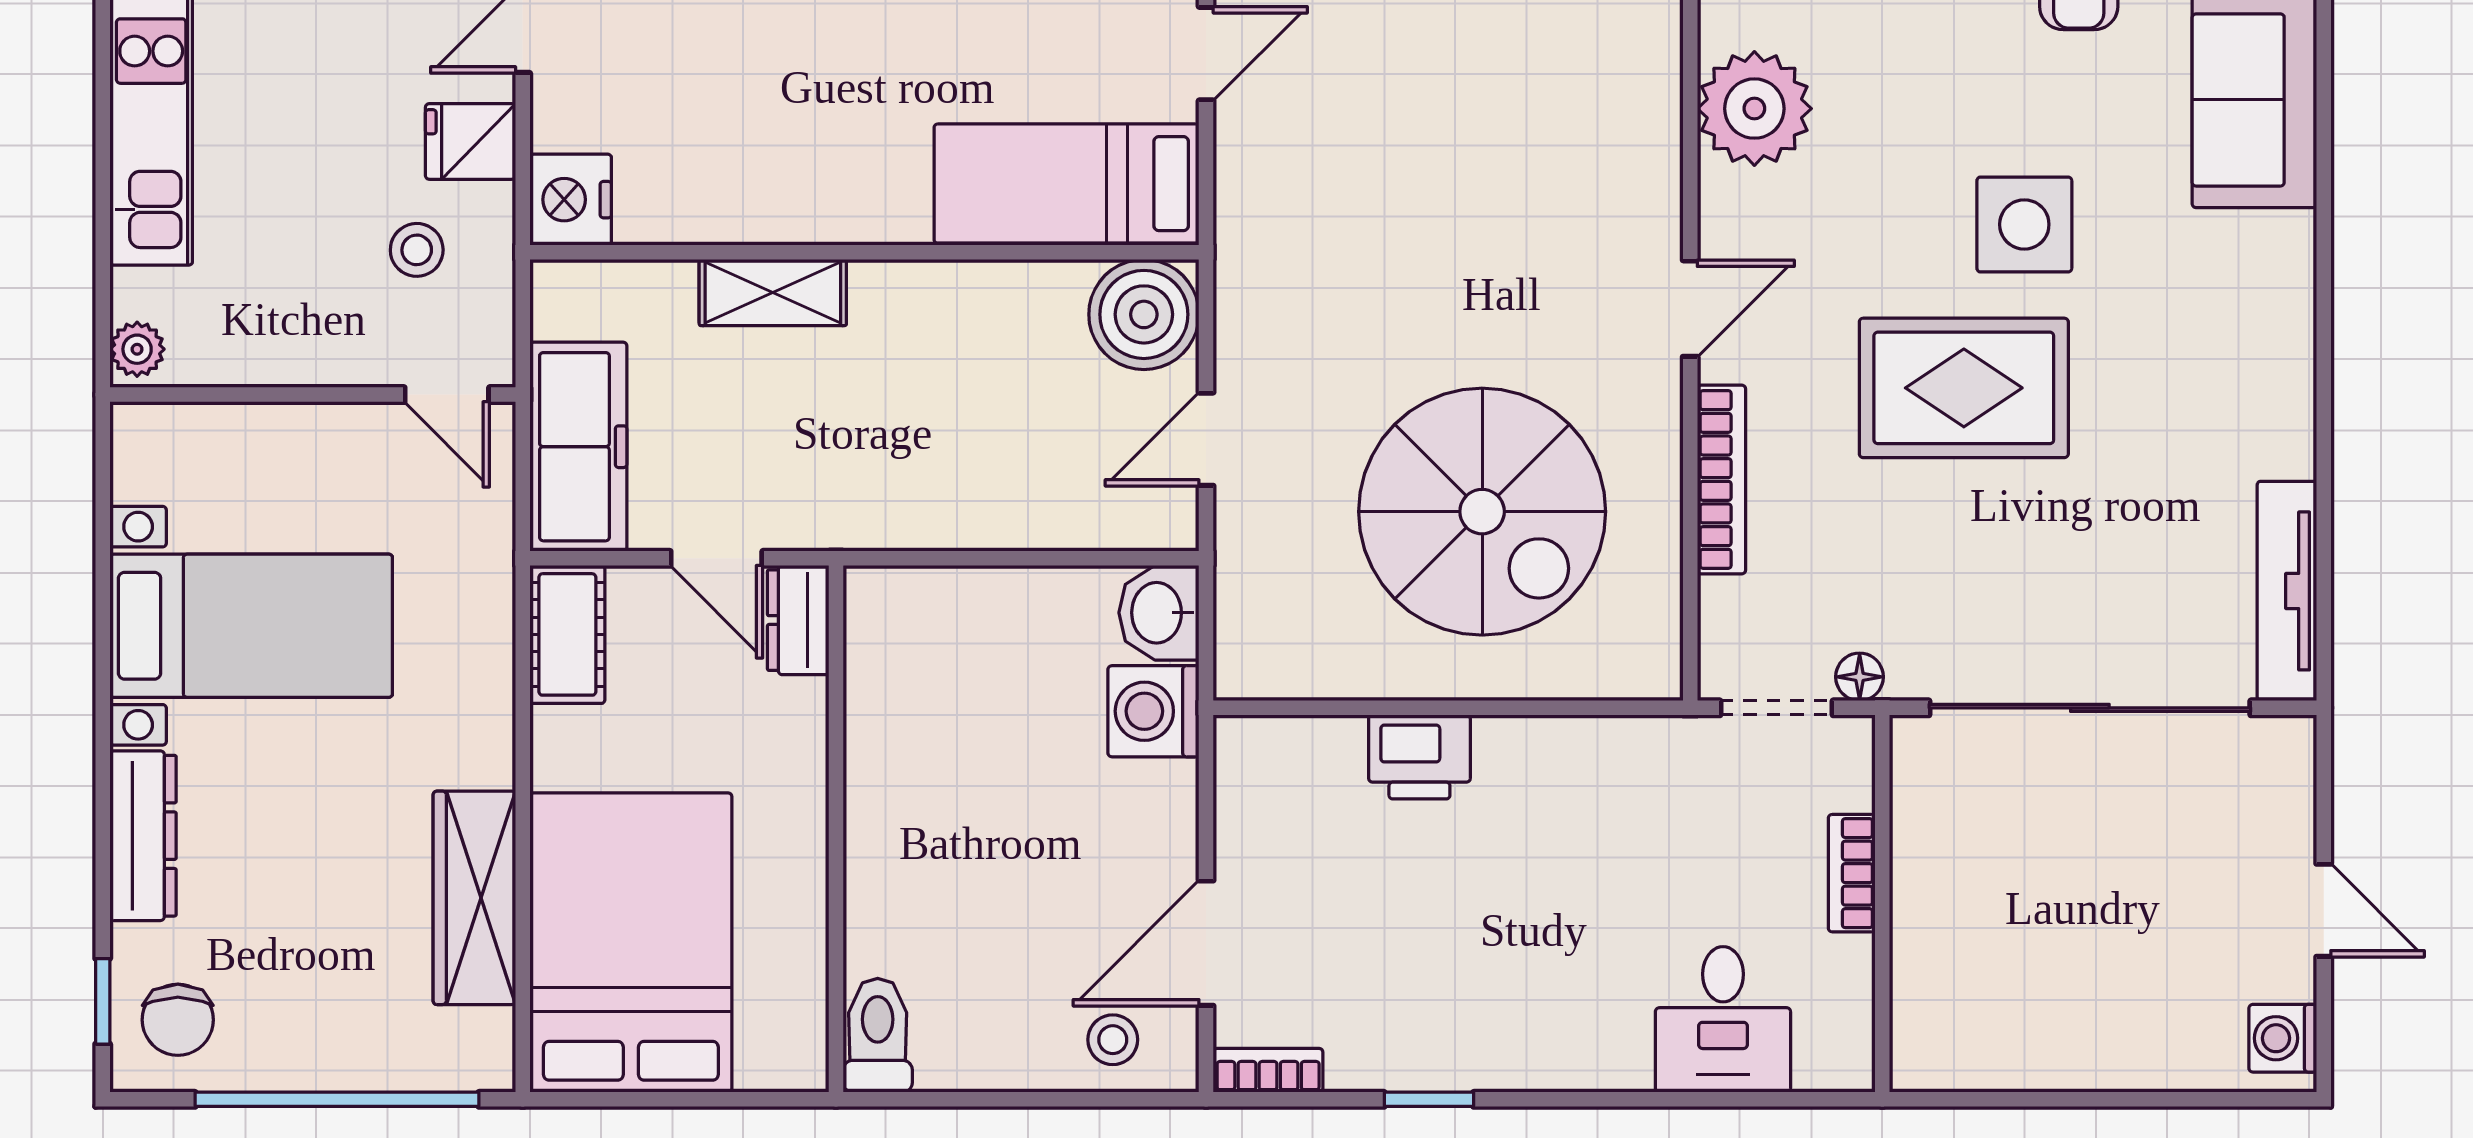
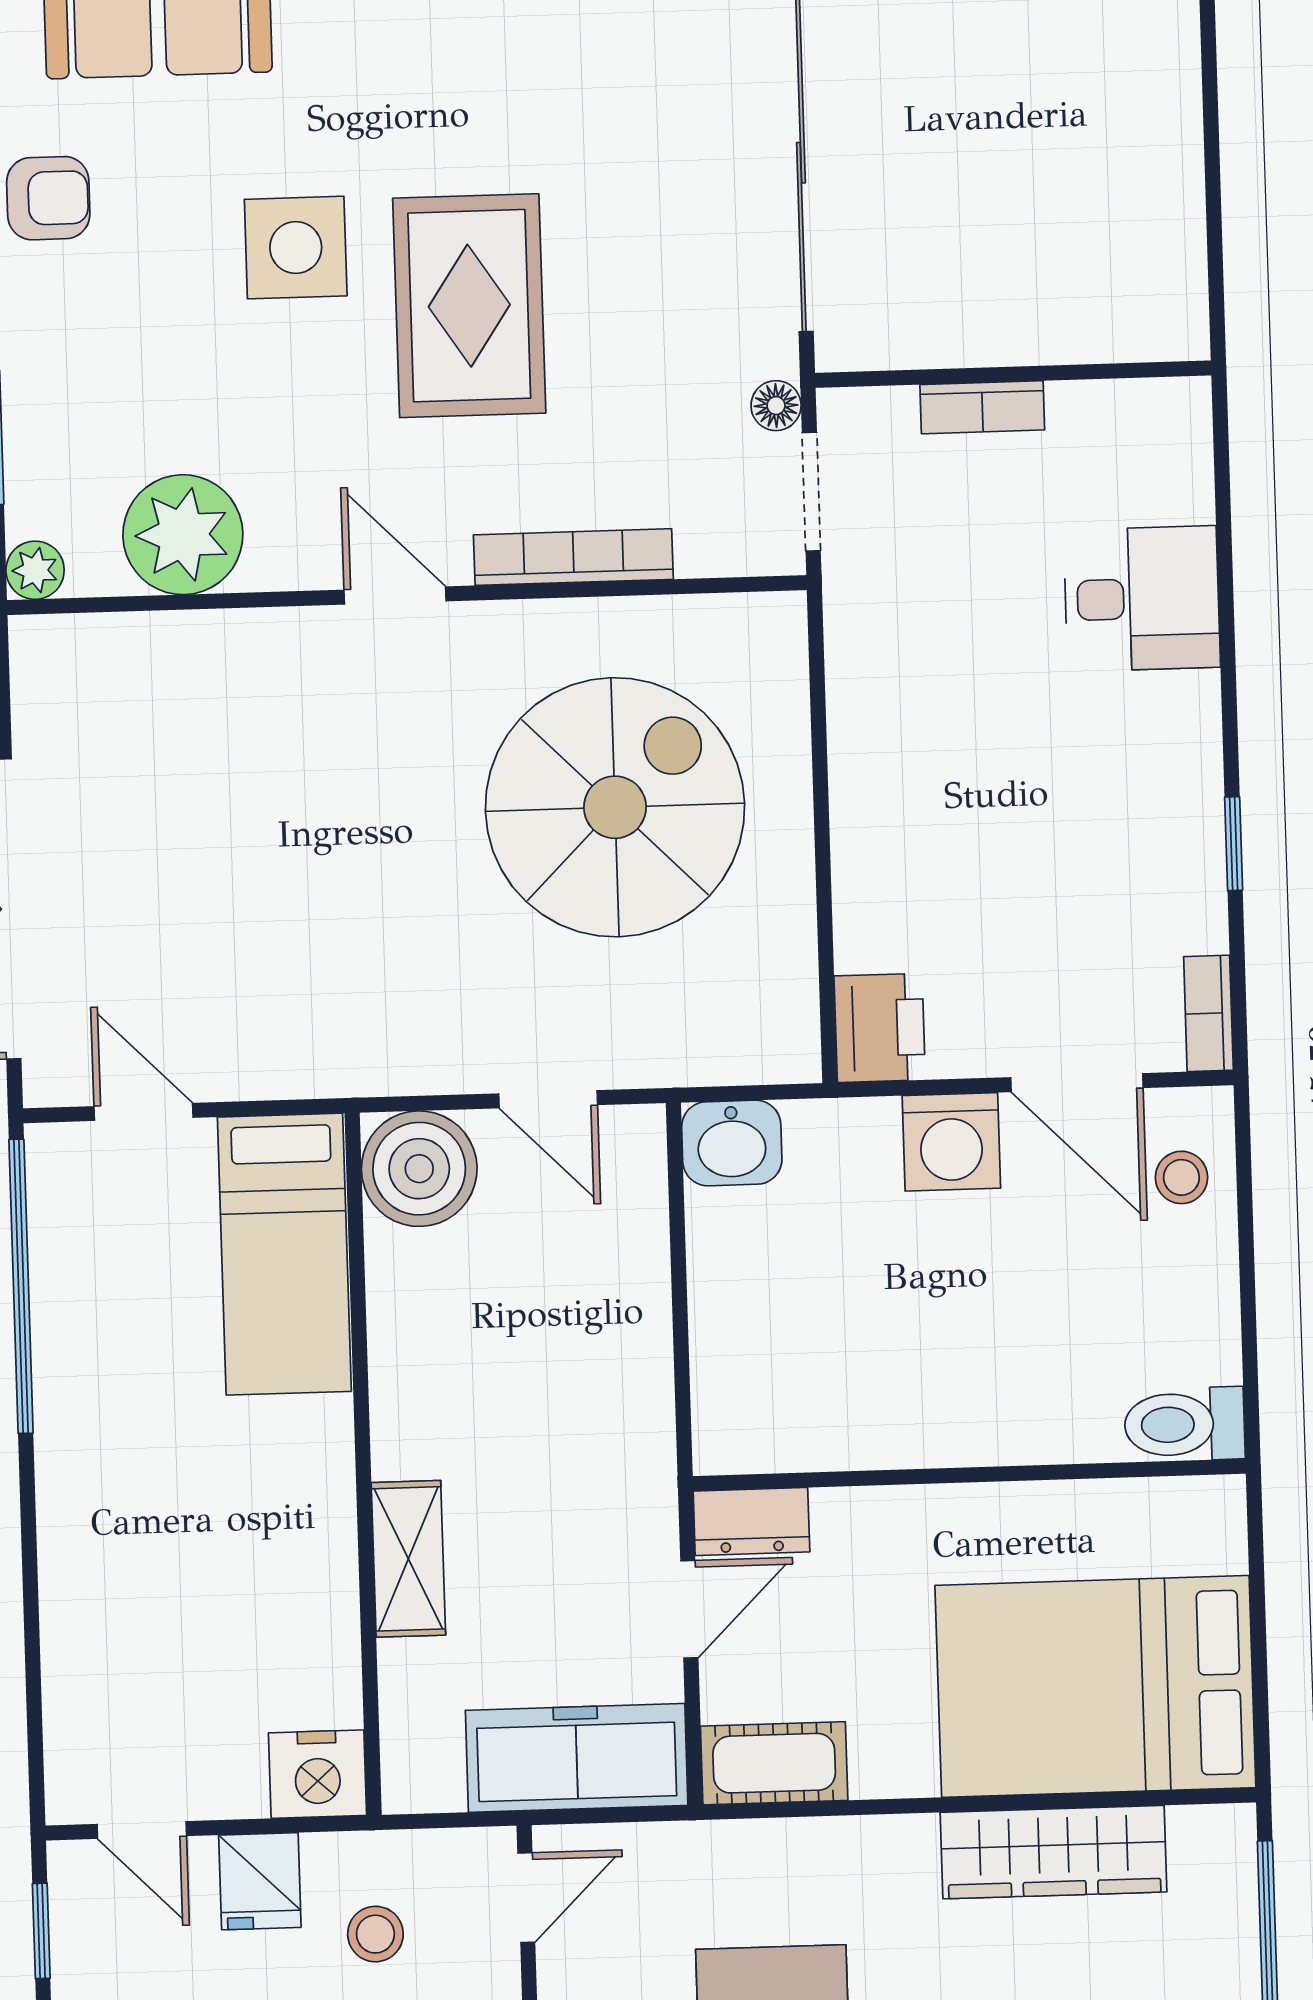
washing machine: (1153, 711) -> (951, 1142), moved
printer: (1419, 757) -> (880, 1028), moved
desk: (1723, 1019) -> (1142, 599), moved

